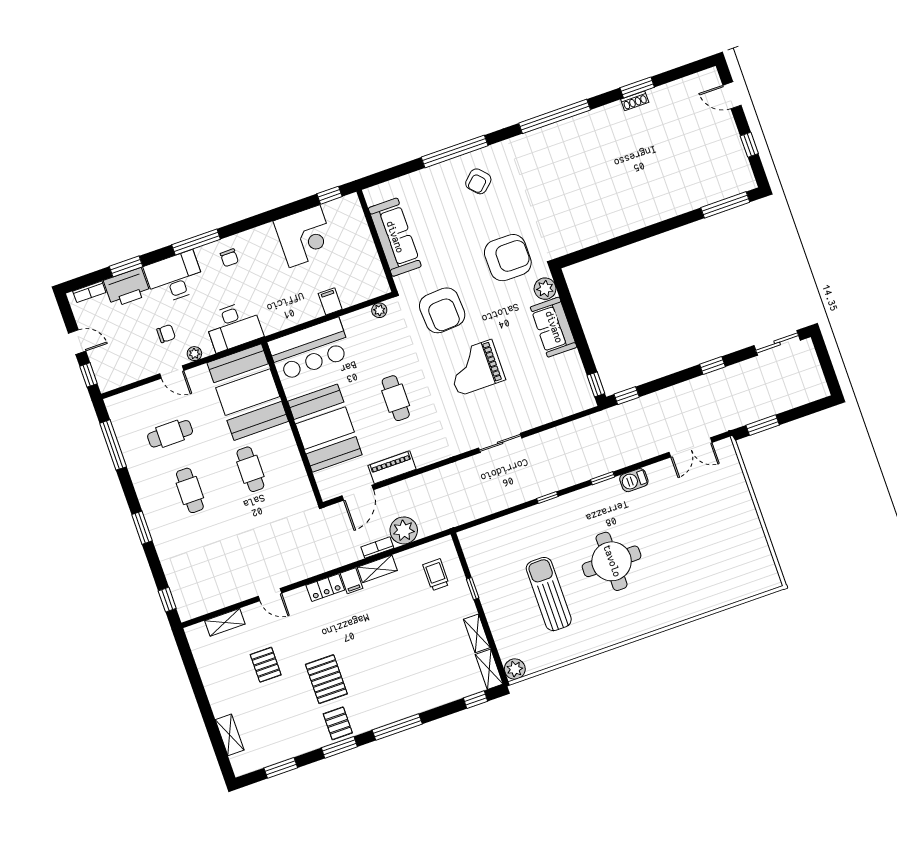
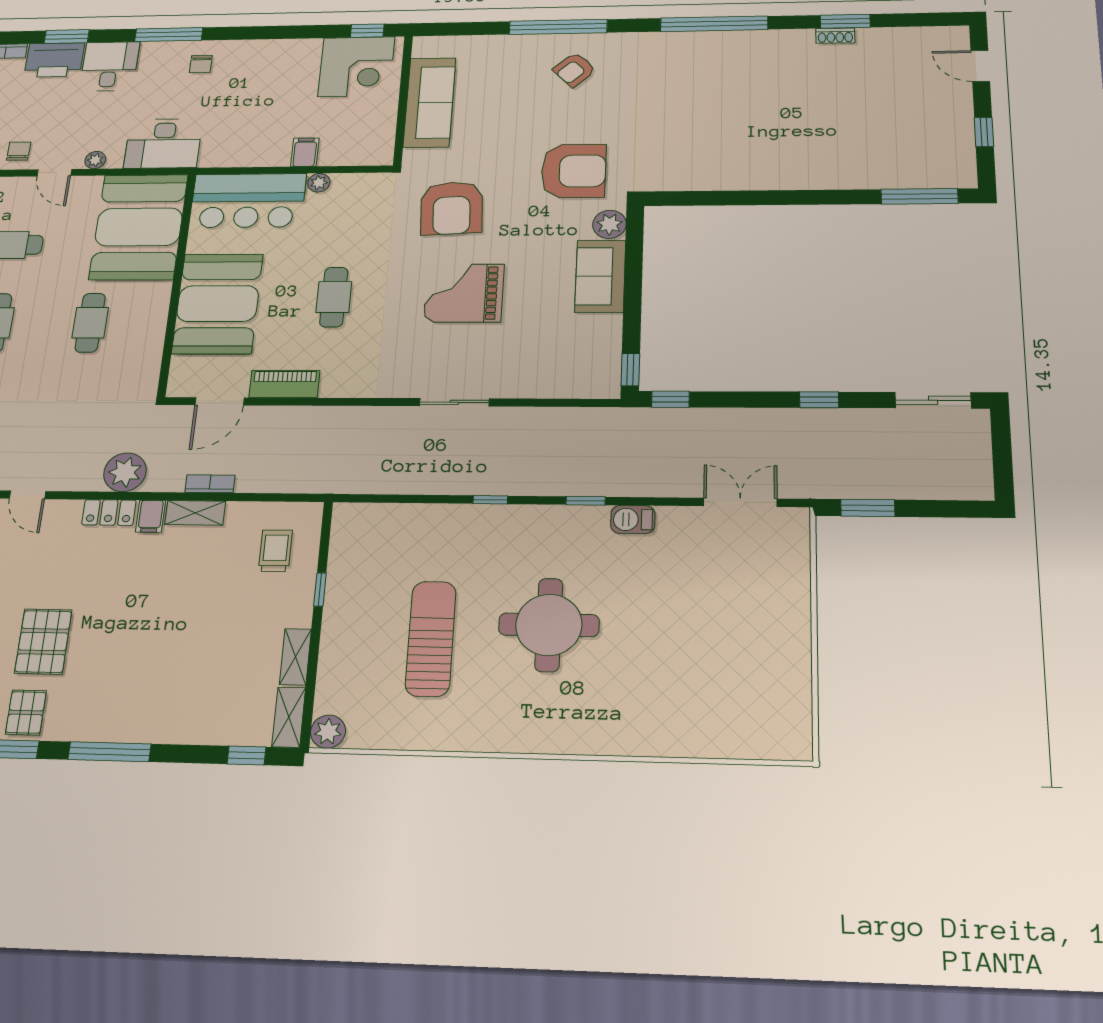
corner desk: (305, 236) -> (356, 67), moved
desk: (174, 277) -> (110, 66), width x0.73
plant: (379, 310) -> (319, 183), moved
chair: (166, 334) -> (19, 151), moved, turned -90
double door: (691, 447) -> (740, 502), swing flipped
plant: (404, 530) -> (125, 472), moved

